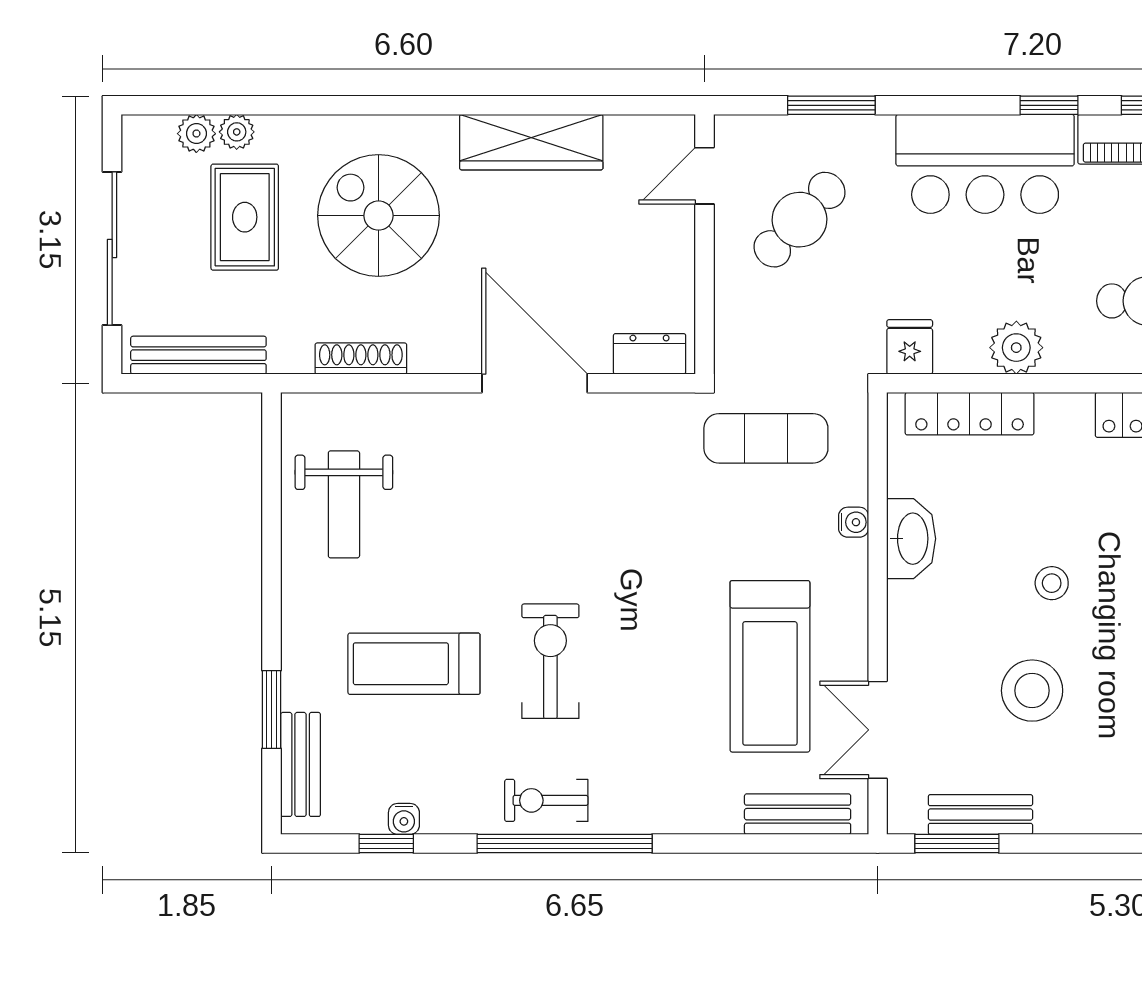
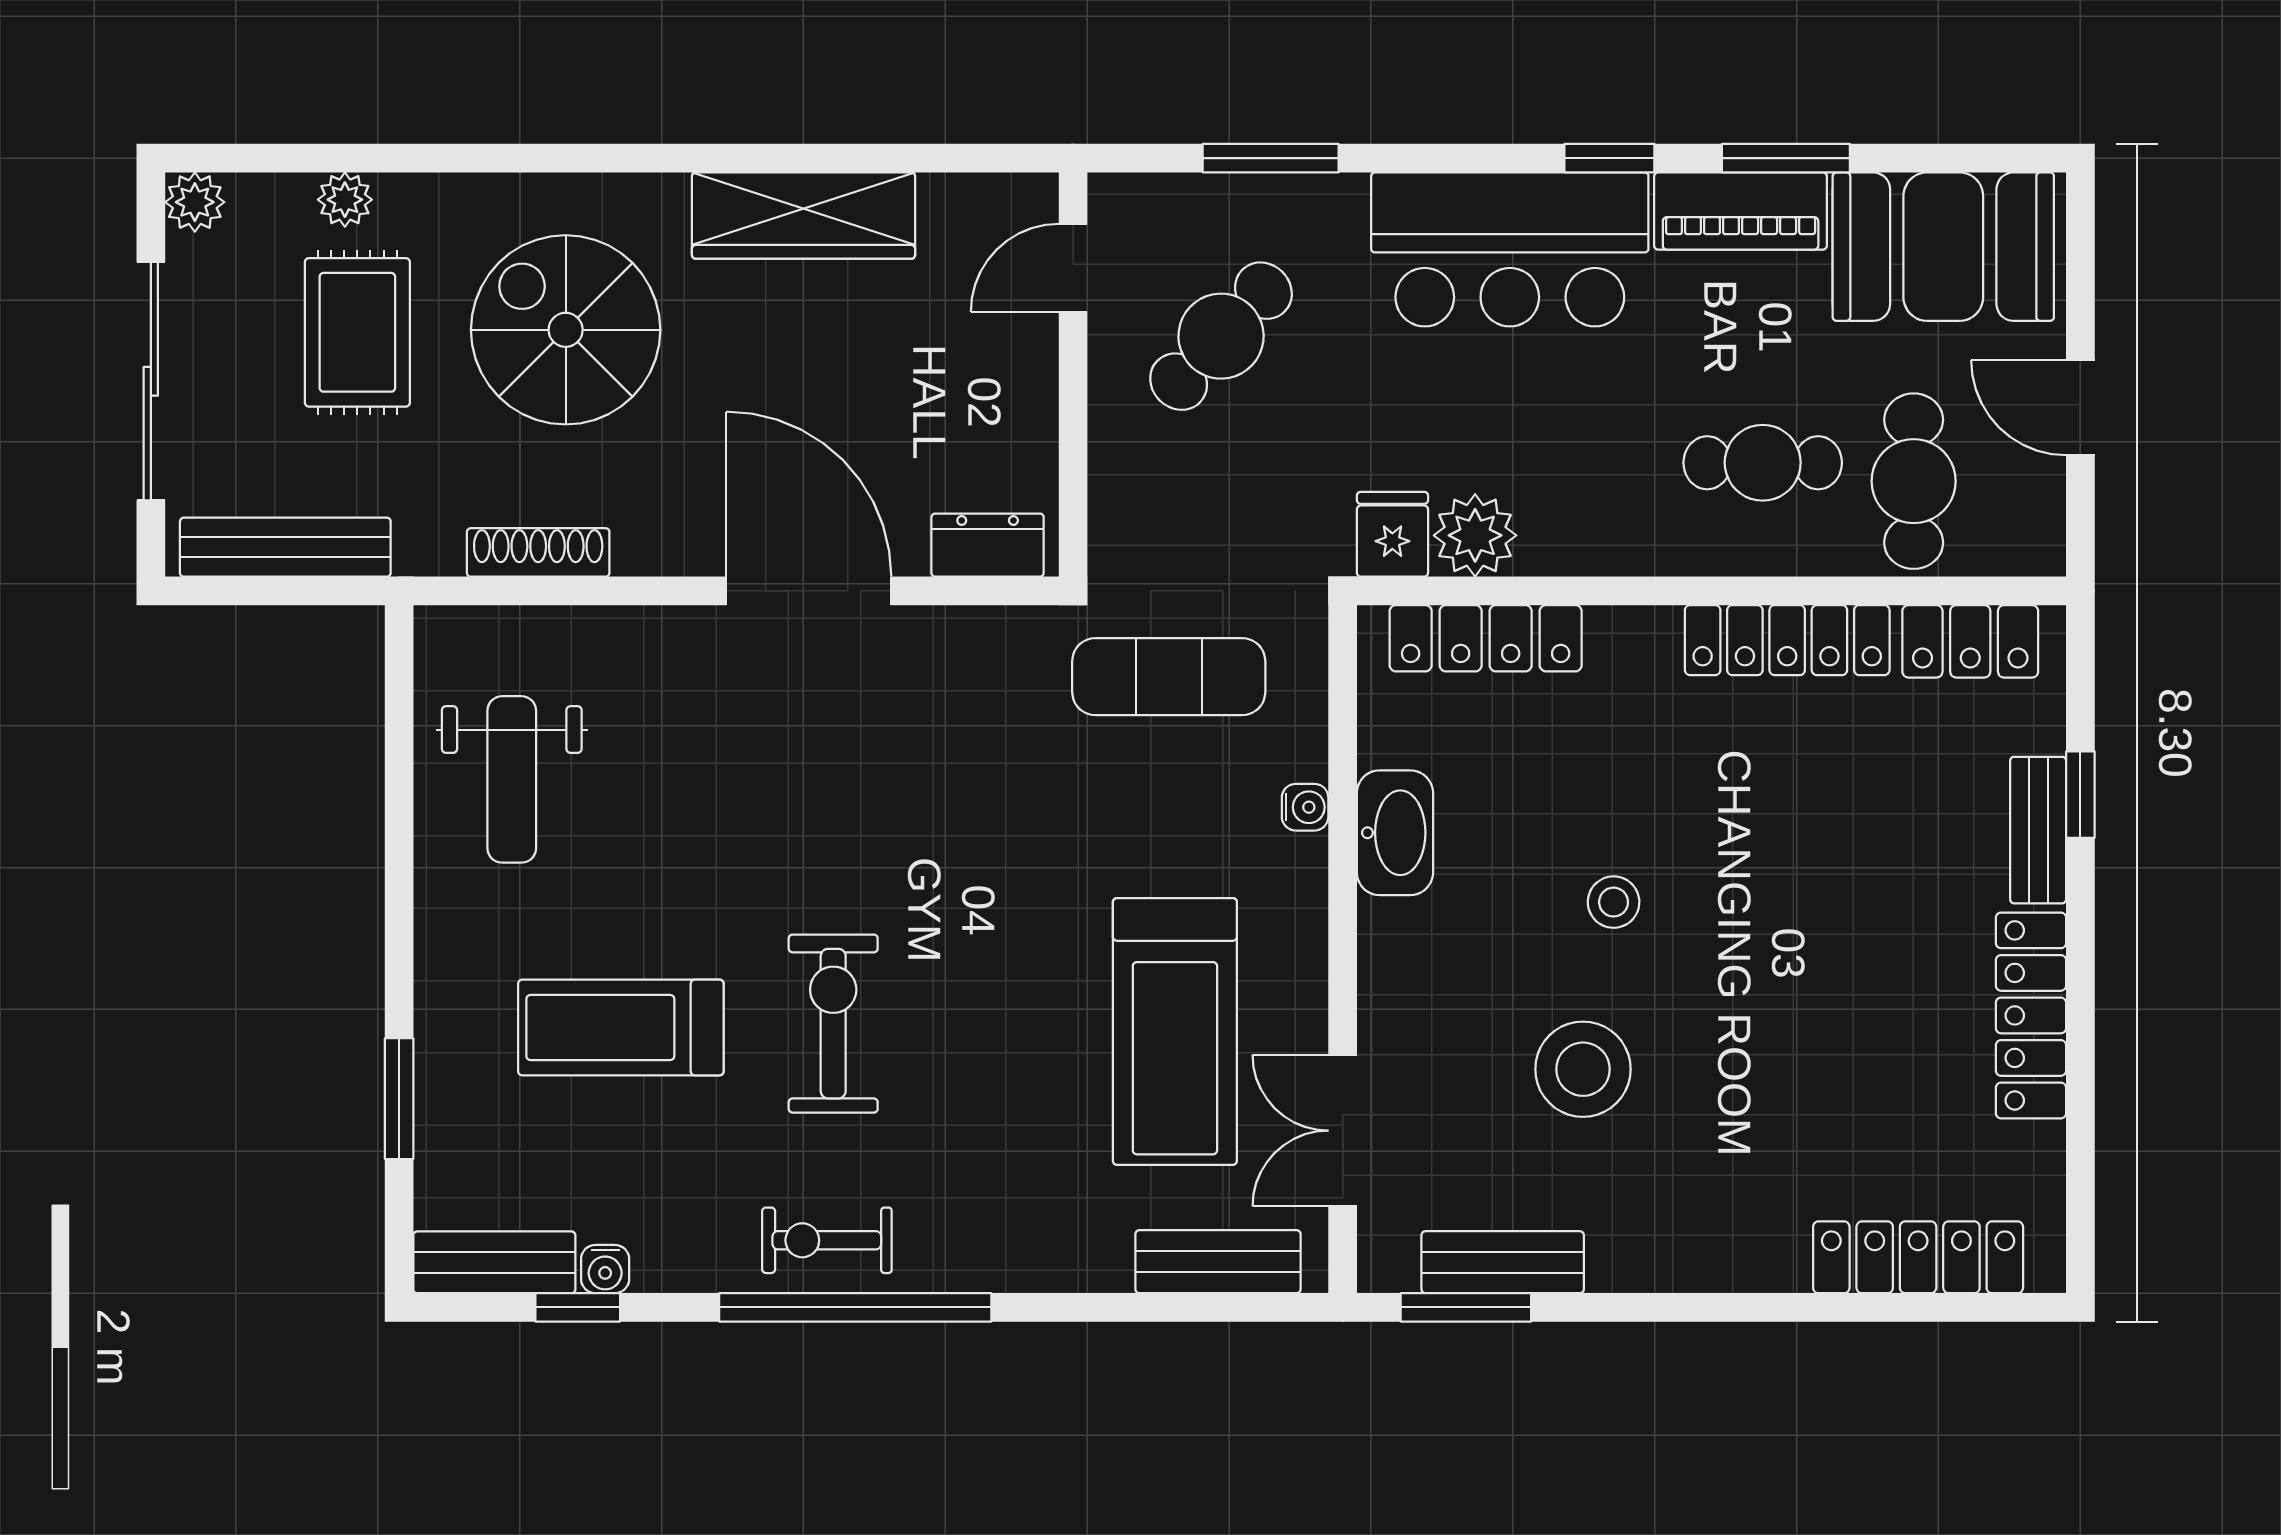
plant: (196, 134) -> (195, 202), moved
plant: (1016, 348) -> (1475, 535), moved
bench: (301, 764) -> (494, 1262), moved, turned 90

